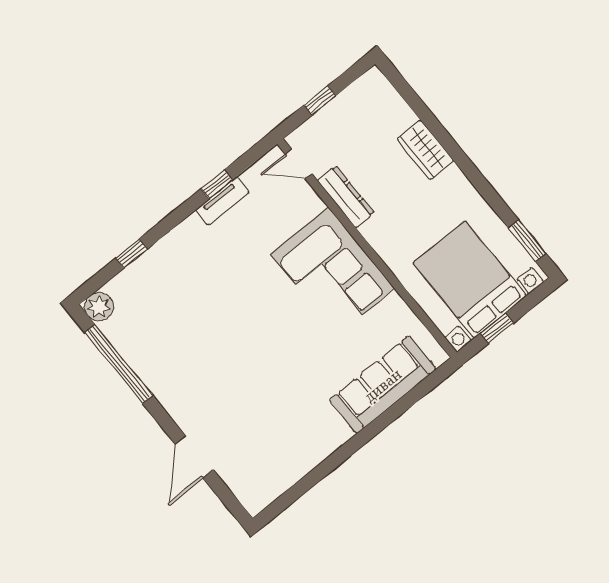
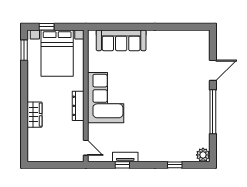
window: (320, 100) -> (59, 165), removed
dresser: (346, 197) -> (78, 106), moved
window: (497, 328) -> (47, 27), moved
window: (119, 364) -> (213, 112), moved

